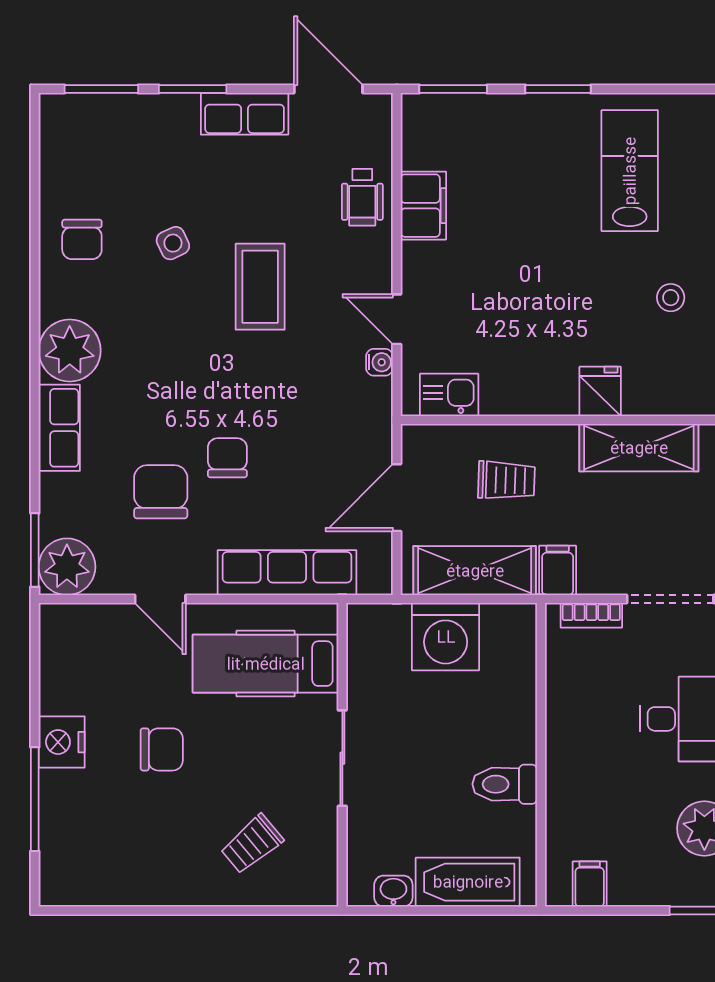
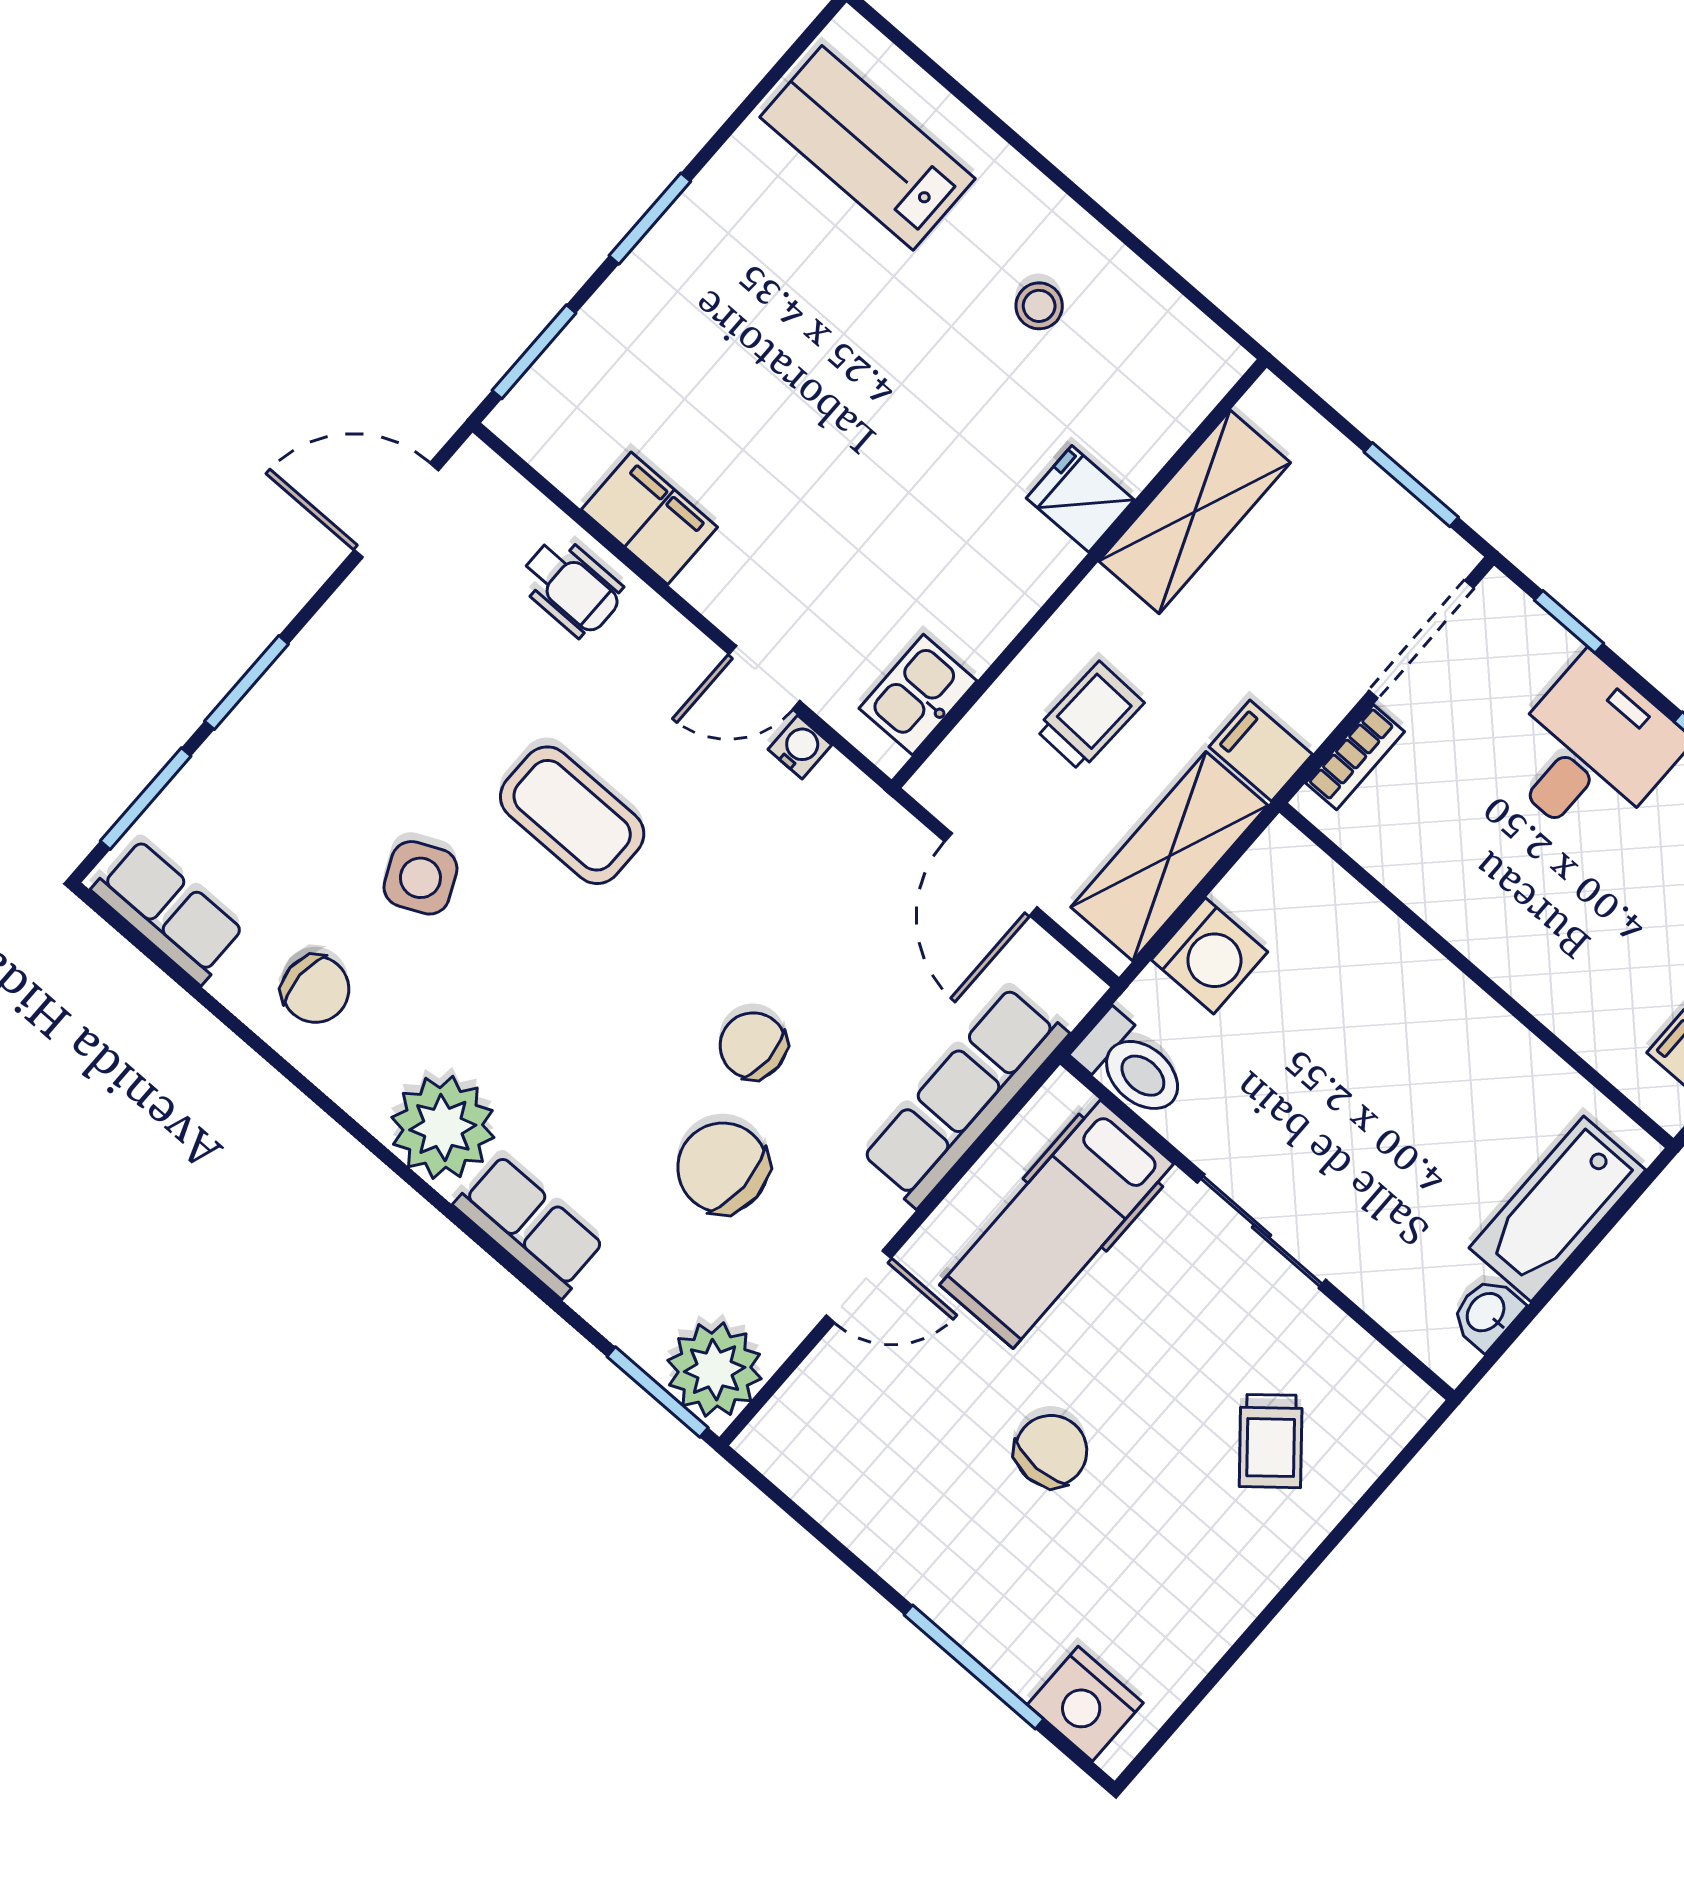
row of seats: (245, 114) -> (168, 911), moved, turned -90
lab bench: (630, 171) -> (868, 148), moved
side table: (173, 243) -> (420, 878), width x1.37, depth x1.37
washing machine: (446, 637) -> (1209, 956), width x0.73, depth x0.73
nightstand: (62, 742) -> (1085, 1704), moved
toilet: (505, 784) -> (1131, 1066), moved, turned -90

